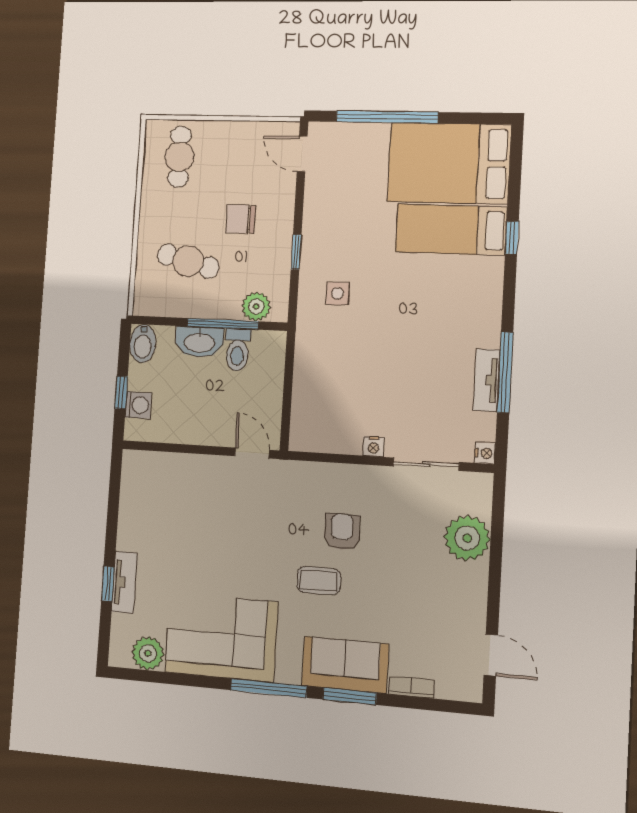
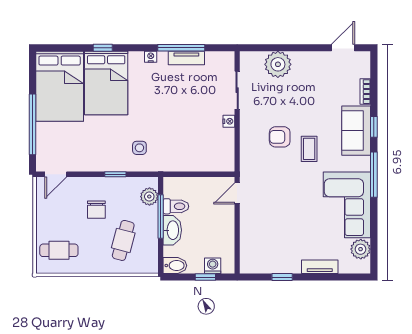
bed: (451, 229) -> (106, 83), width x1.50
nightstand: (485, 453) -> (151, 57), moved
window: (108, 584) -> (282, 277), moved
window: (350, 696) -> (374, 127), width x0.67

